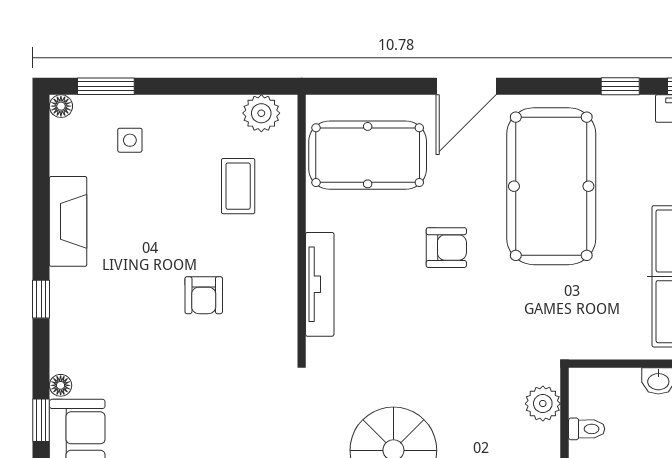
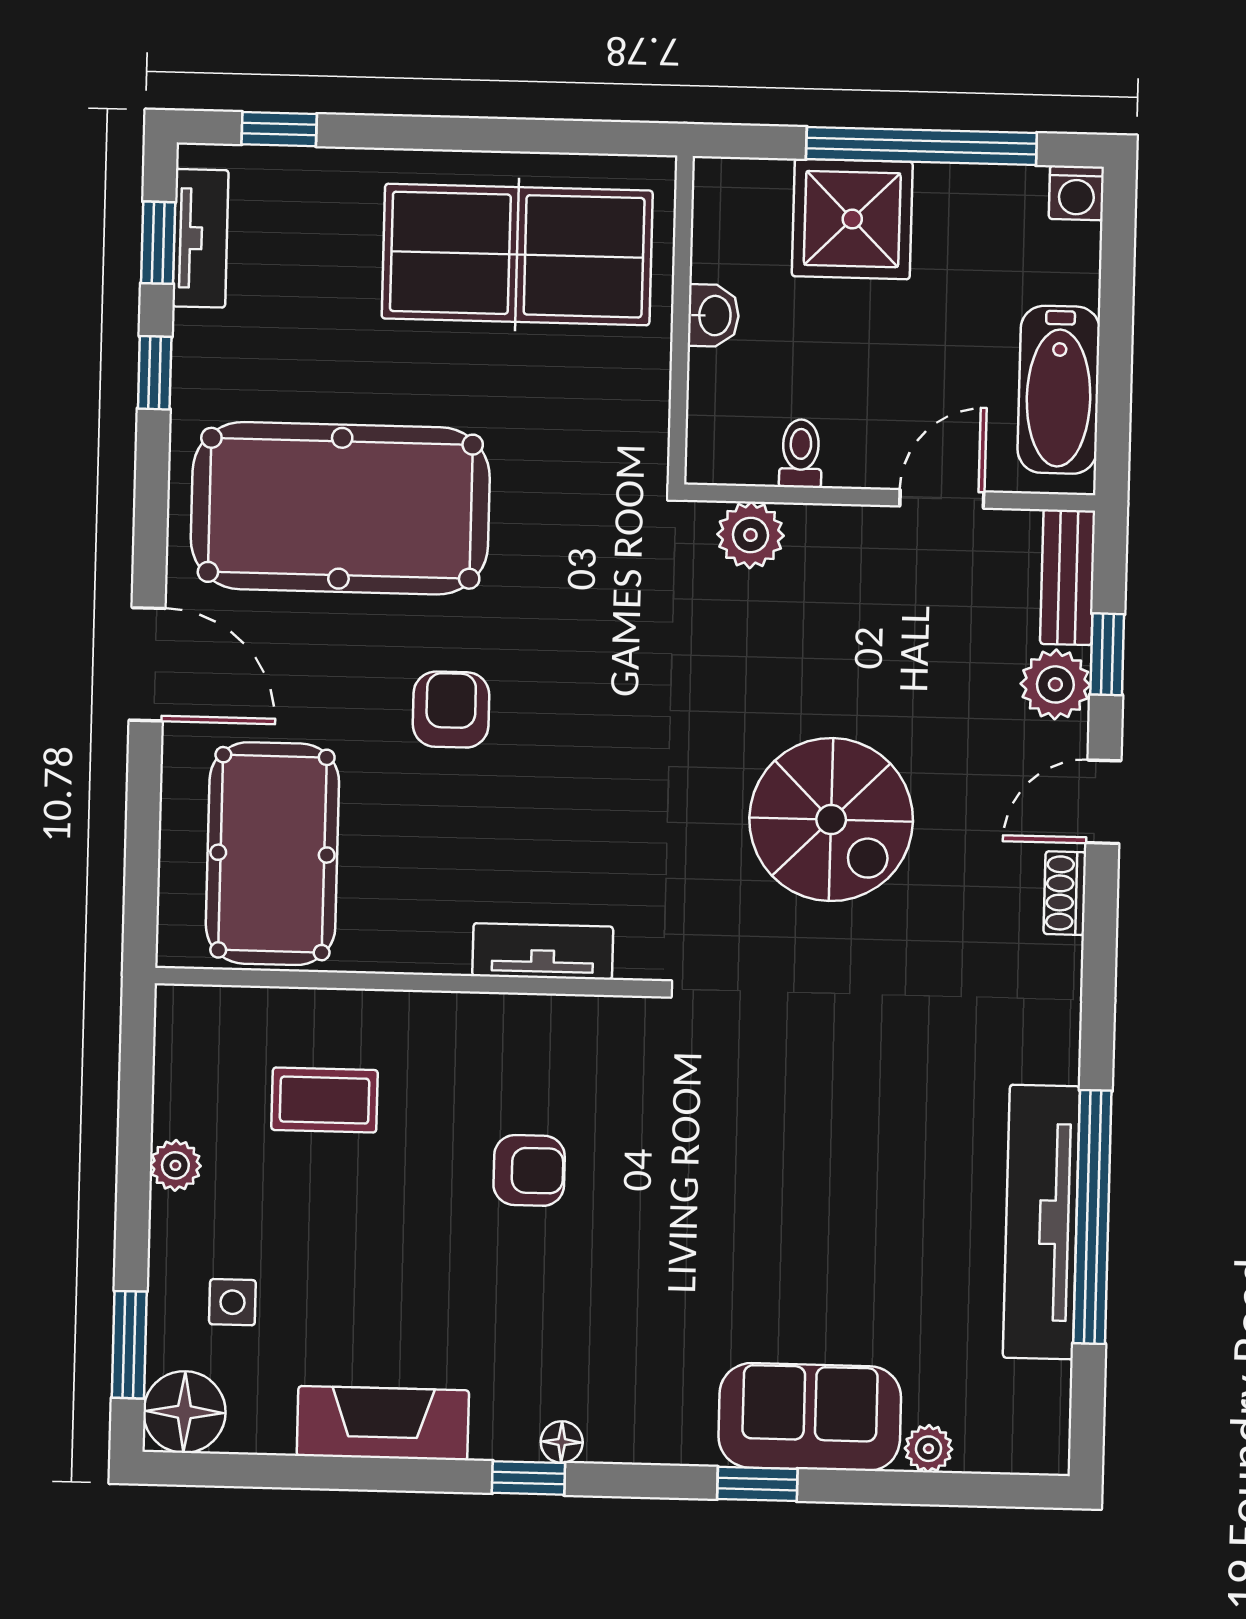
floor lamp: (61, 106) -> (184, 1412), width x1.89, depth x1.89
plant: (261, 113) -> (175, 1165), moved, width x0.73, depth x0.73
tv unit: (320, 284) -> (543, 951), width x0.71
floor lamp: (61, 385) -> (562, 1442), moved

